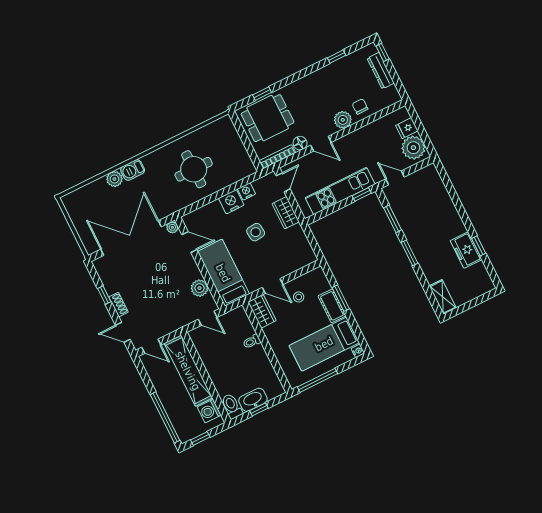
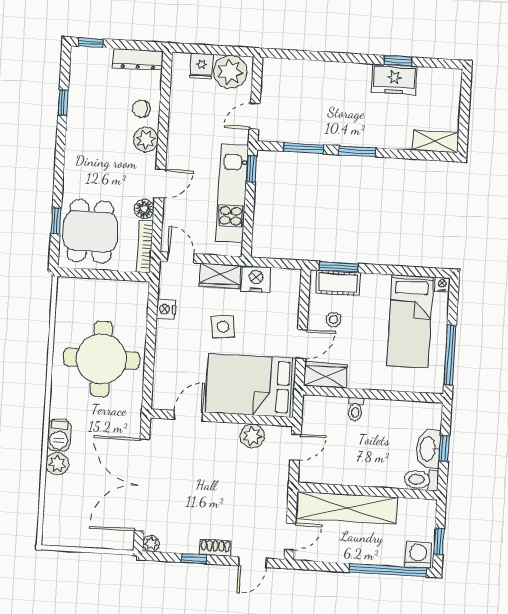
dresser: (381, 71) -> (138, 59), moved
round table: (194, 169) -> (101, 359), width x1.36, depth x1.36
nightstand: (231, 202) -> (256, 279), moved, turned 90
plant: (172, 227) -> (151, 543), moved
bed: (223, 273) -> (251, 385), width x1.50
window: (341, 298) -> (339, 267), moved
cot: (332, 306) -> (338, 283), moved
washing machine: (209, 411) -> (418, 555), moved, turned 180

